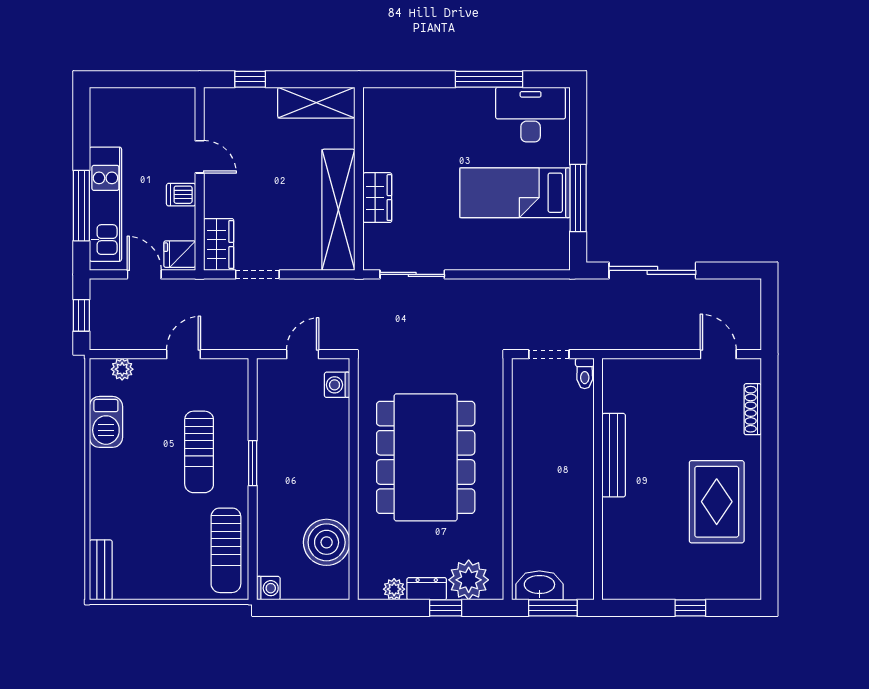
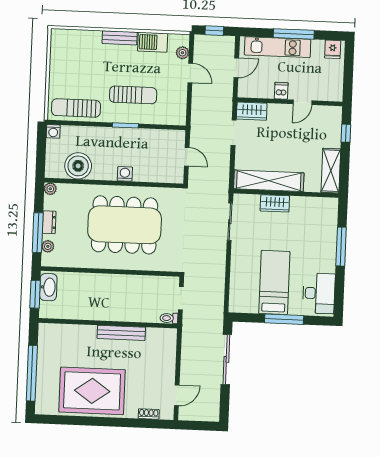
window: (489, 79) -> (341, 247), moved
window: (578, 198) -> (284, 319), moved
window: (81, 206) -> (294, 34), moved
fridge: (180, 254) -> (333, 49), moved, turned 180
door: (184, 354) -> (190, 73), moved
washing machine: (337, 385) -> (125, 174), moved
shoe rack: (753, 409) -> (149, 414), width x0.70
sun lounger: (199, 452) -> (133, 95), turned 180
rug: (717, 502) -> (92, 391), width x1.37, depth x1.44
bench: (101, 570) -> (120, 38), moved
plant: (469, 580) -> (48, 246), width x0.53, depth x0.53
plant: (394, 589) -> (50, 189), moved
window: (446, 608) -> (38, 233), width x2.17
window: (690, 608) -> (32, 373), width x3.17

